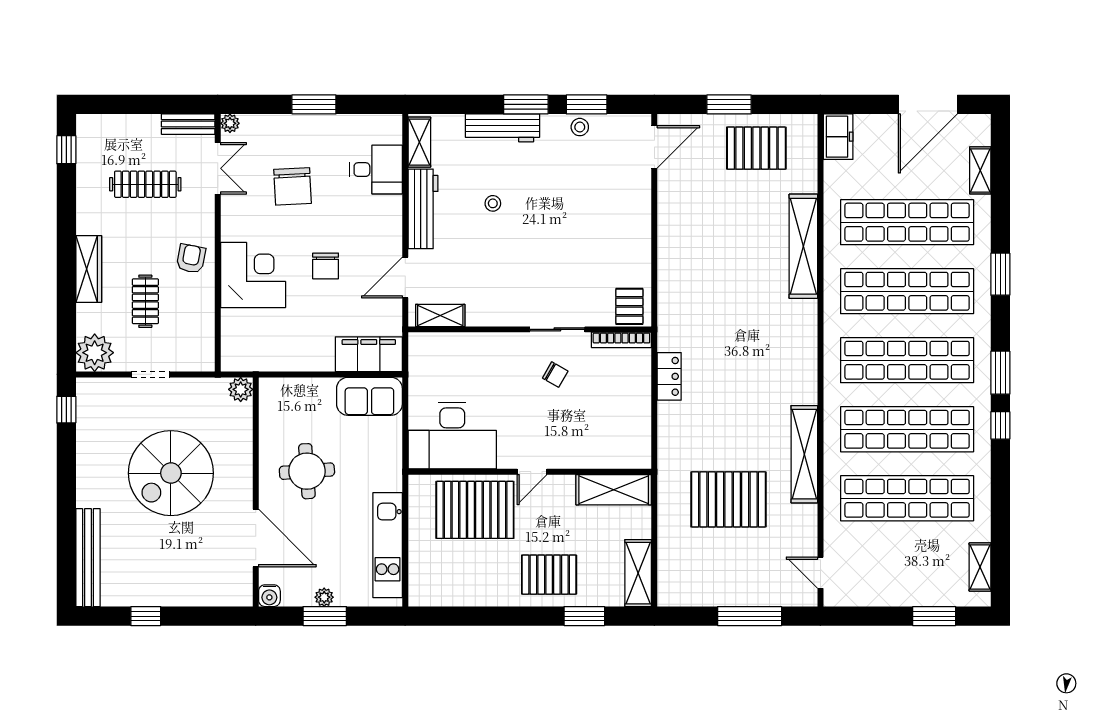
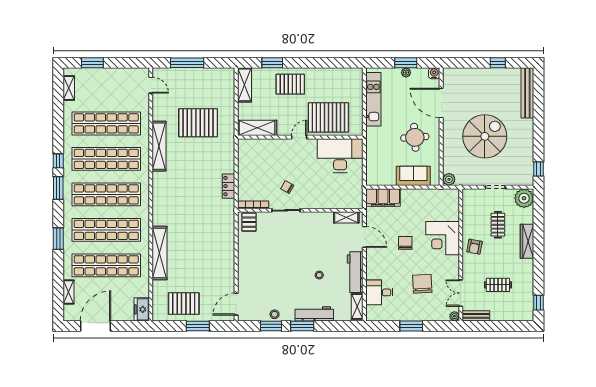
clothes rail: (145, 184) -> (498, 285), width x0.73
door: (405, 278) -> (364, 237), hinge flipped
sofa: (369, 396) -> (413, 176), moved

